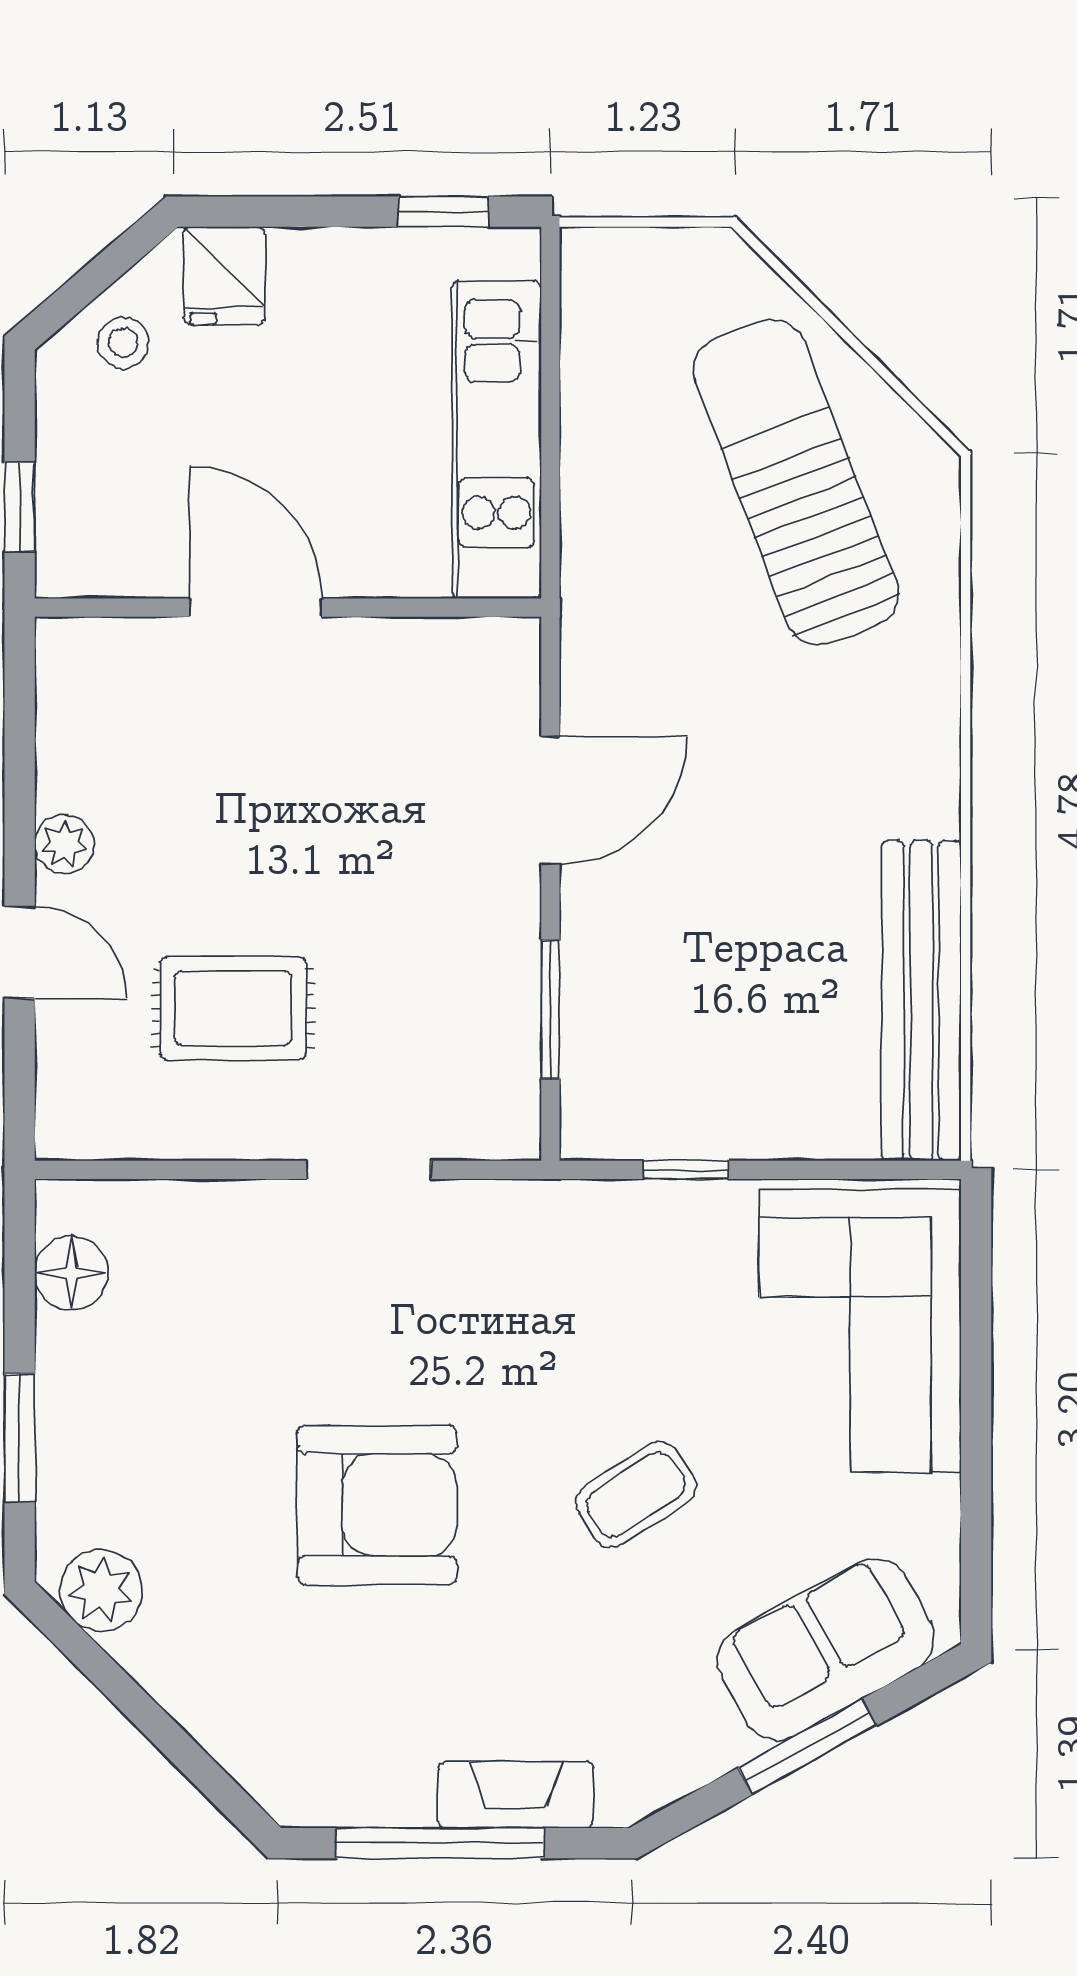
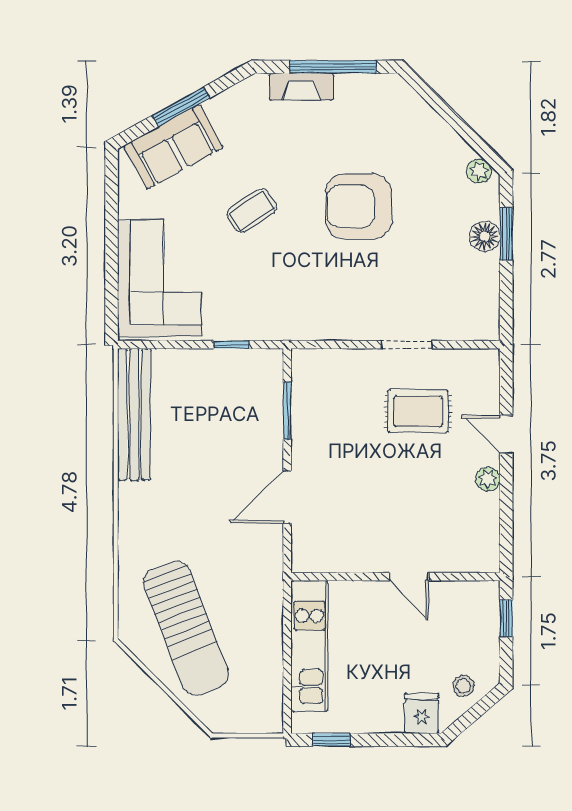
door: (256, 608) -> (409, 577), width x0.73
doorway: (369, 1170) -> (406, 345), moved
floor lamp: (72, 1273) -> (485, 236), moved
plant: (101, 1590) -> (479, 171), width x0.73, depth x0.73

